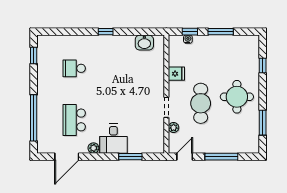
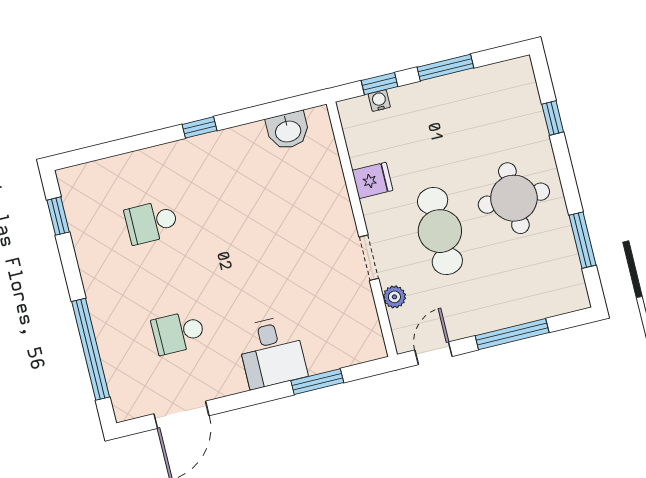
school desk: (74, 120) -> (178, 332), width x0.54
plant: (93, 148) -> (234, 382), removed

